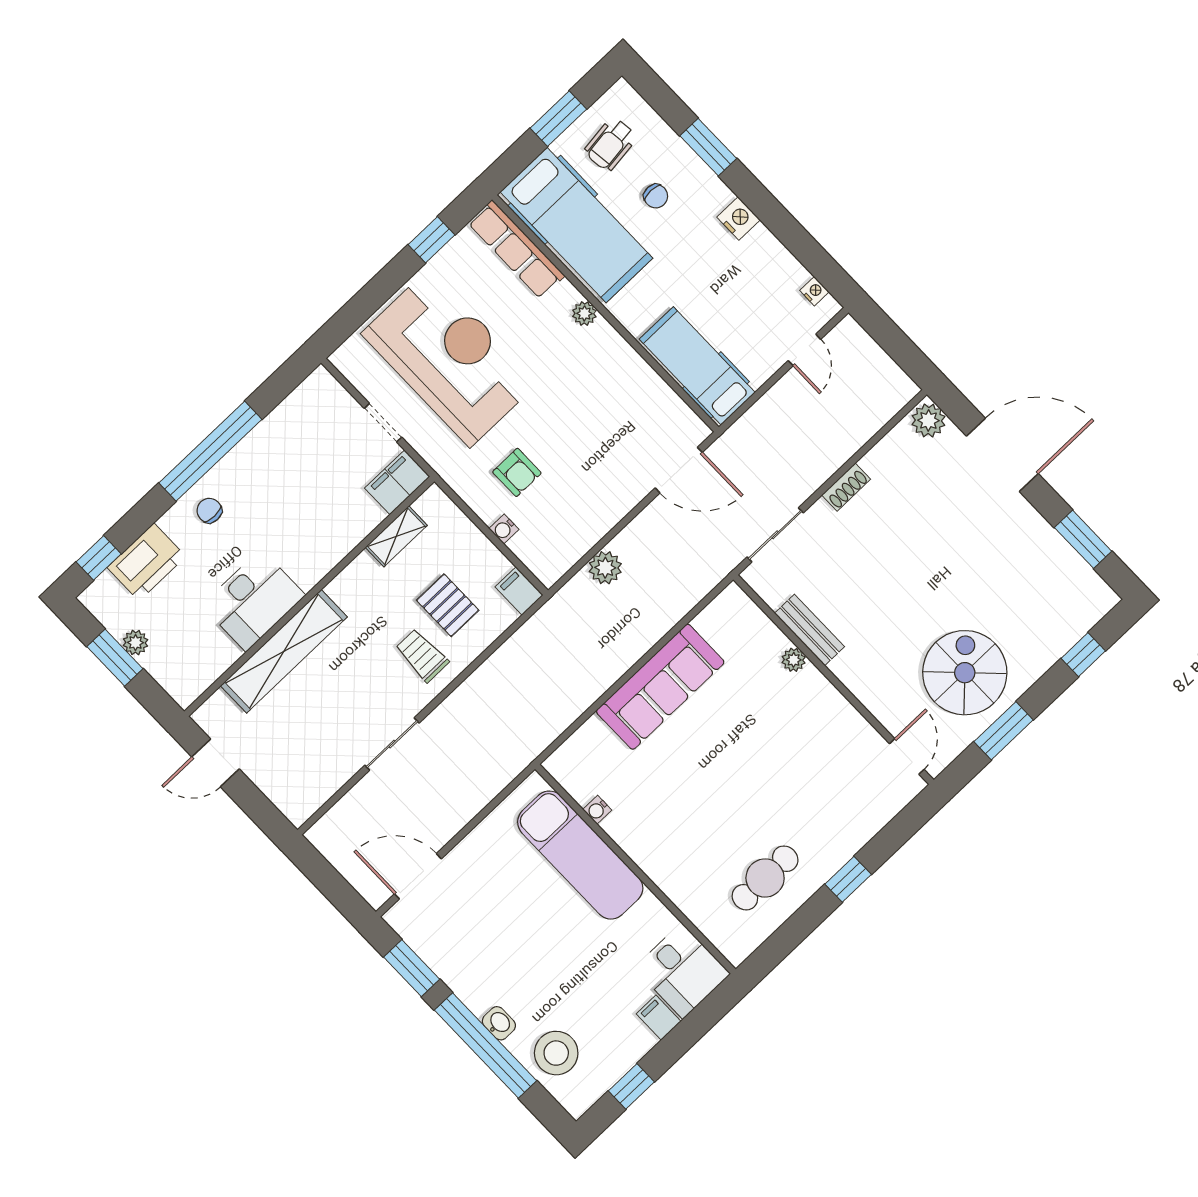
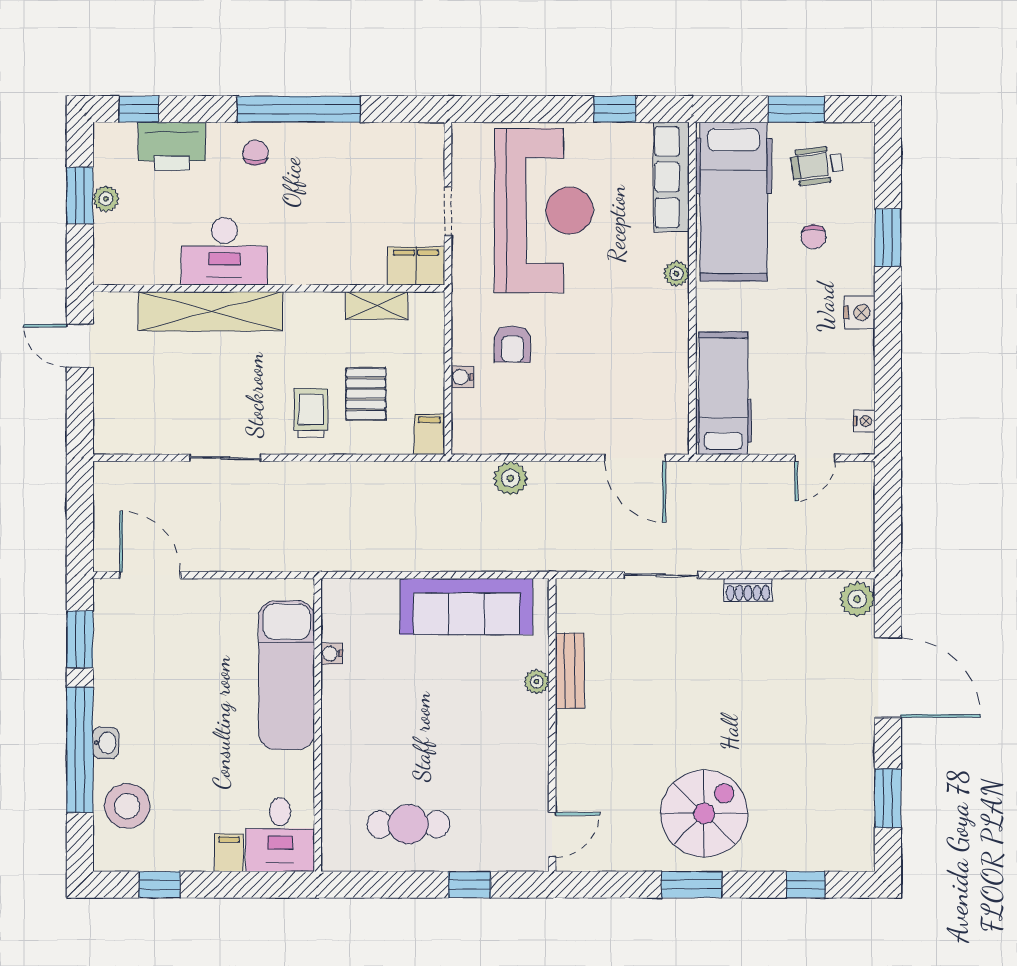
bench: (810, 630) -> (570, 671), moved
plant: (794, 660) -> (537, 682), moved
wall: (834, 680) -> (552, 725), moved
door: (907, 756) -> (552, 835), moved

